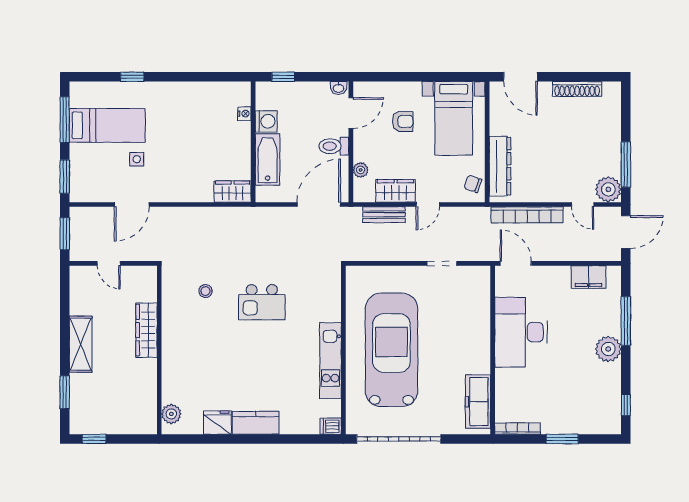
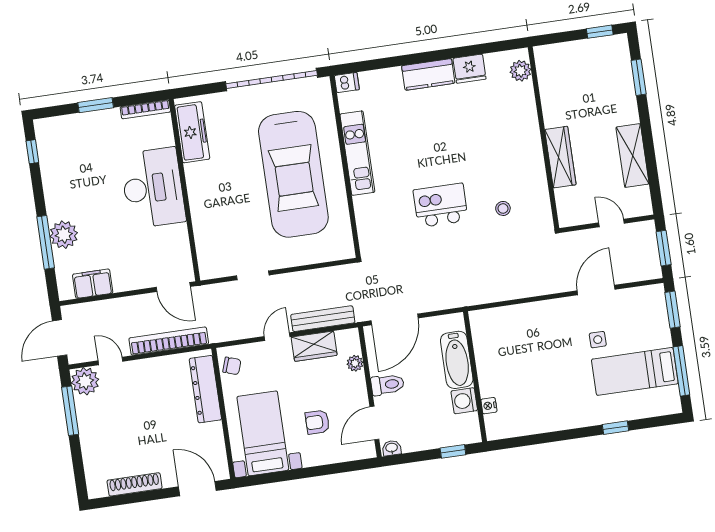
wardrobe: (233, 192) -> (489, 320), removed
bench: (384, 215) -> (323, 319), width x1.36
desk: (521, 332) -> (153, 188), moved
shelving: (81, 344) -> (633, 156), moved
plant: (608, 349) -> (64, 235), moved

